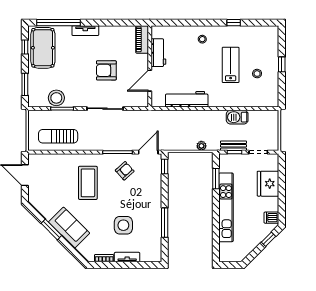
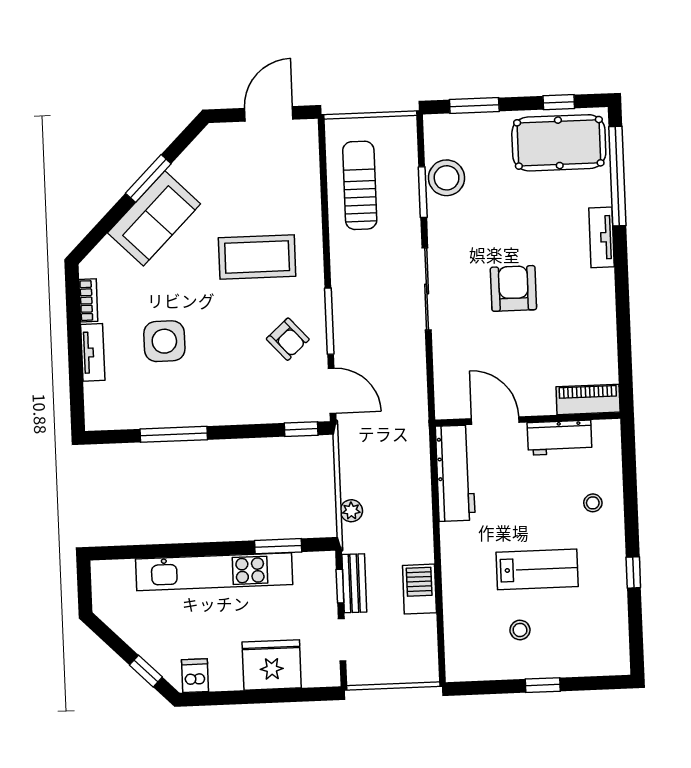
piano: (142, 39) -> (588, 399), moved
workbench: (158, 53) -> (560, 438), moved
wall: (150, 66) -> (528, 419), moved
door: (150, 81) -> (495, 421), moved

